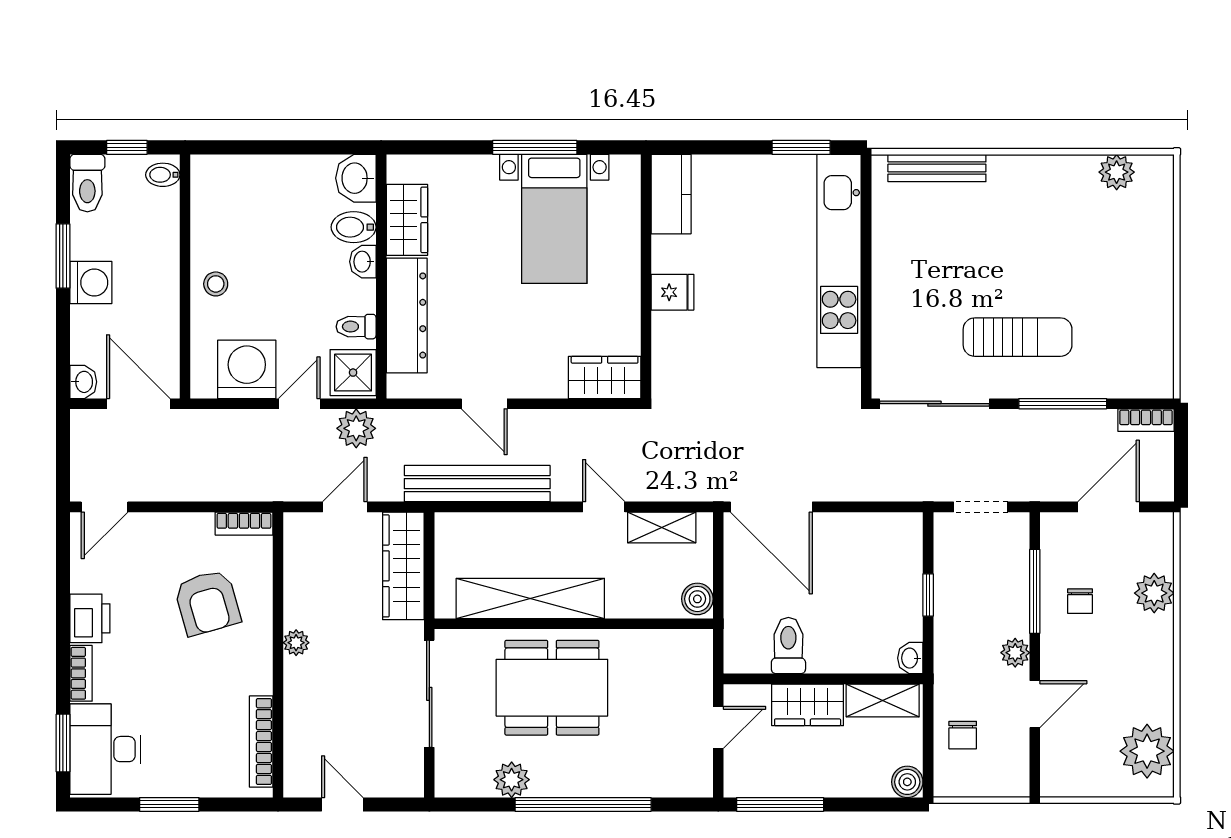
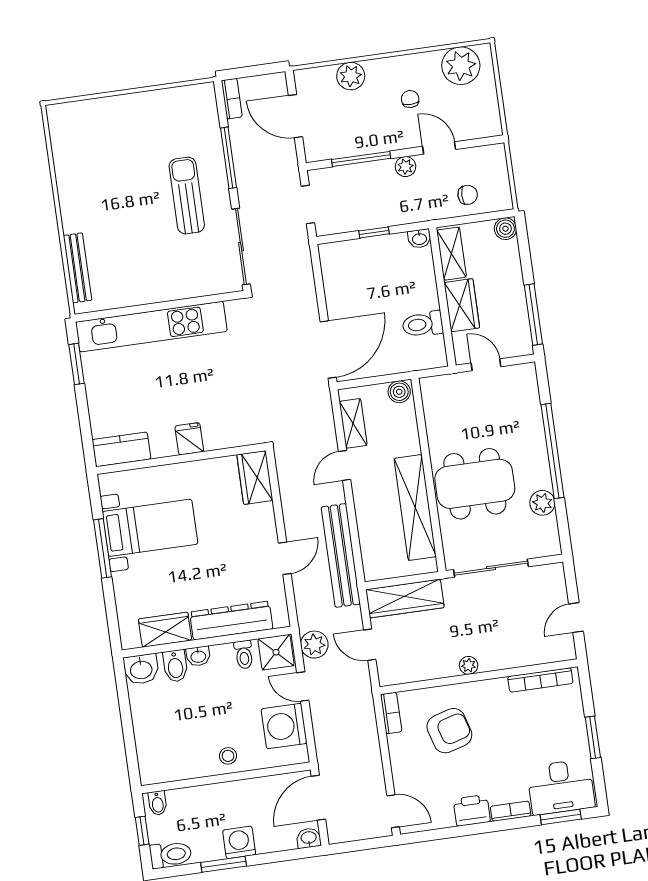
plant: (1117, 172) -> (63, 143), removed
chair: (1080, 601) -> (410, 99), moved, turned -90
dining table: (552, 688) -> (475, 484), turned 90

